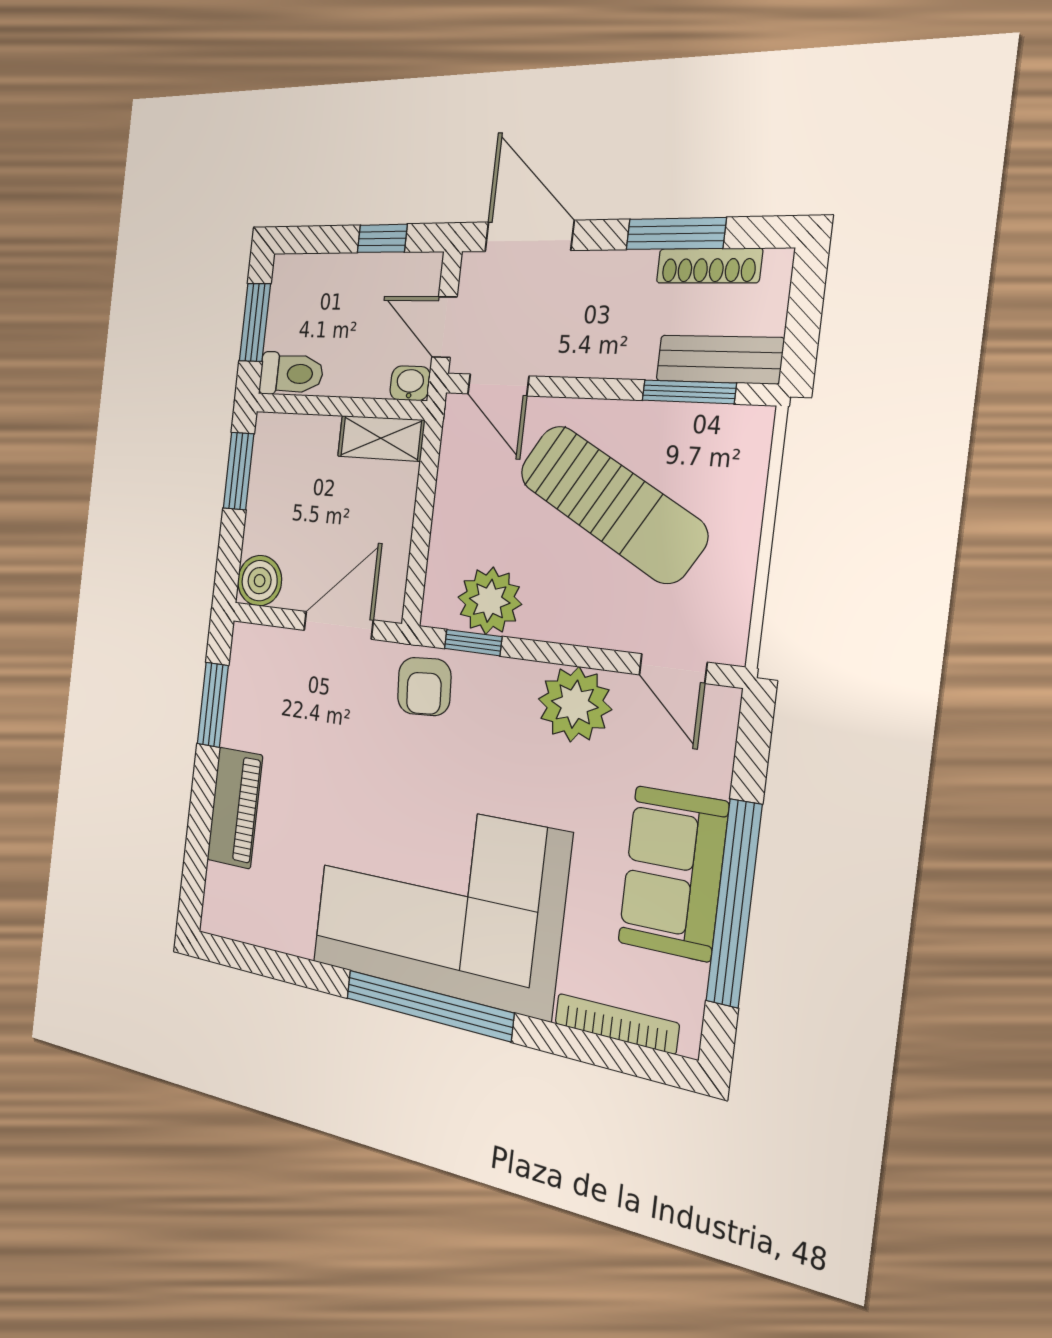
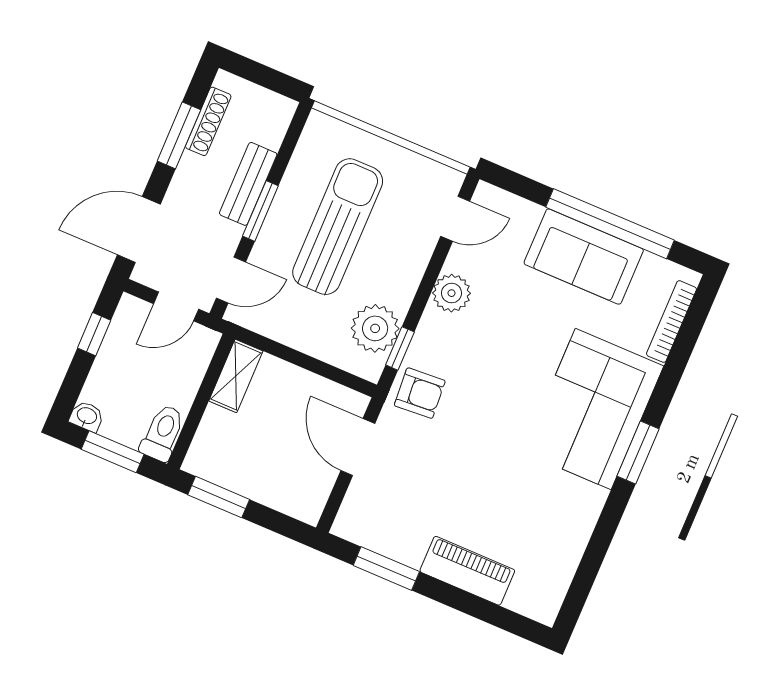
bench: (719, 359) -> (248, 184), moved
washbasin: (410, 383) -> (87, 416), moved, turned 90
window: (689, 392) -> (260, 211), moved
sun lounger: (612, 504) -> (338, 227), turned -30
boiler: (260, 581) -> (306, 502), removed
plant: (575, 704) -> (452, 293), width x0.73, depth x0.73
corner sofa: (438, 900) -> (593, 409), width x0.73, depth x0.74
window: (428, 1005) -> (638, 453), width x0.47

